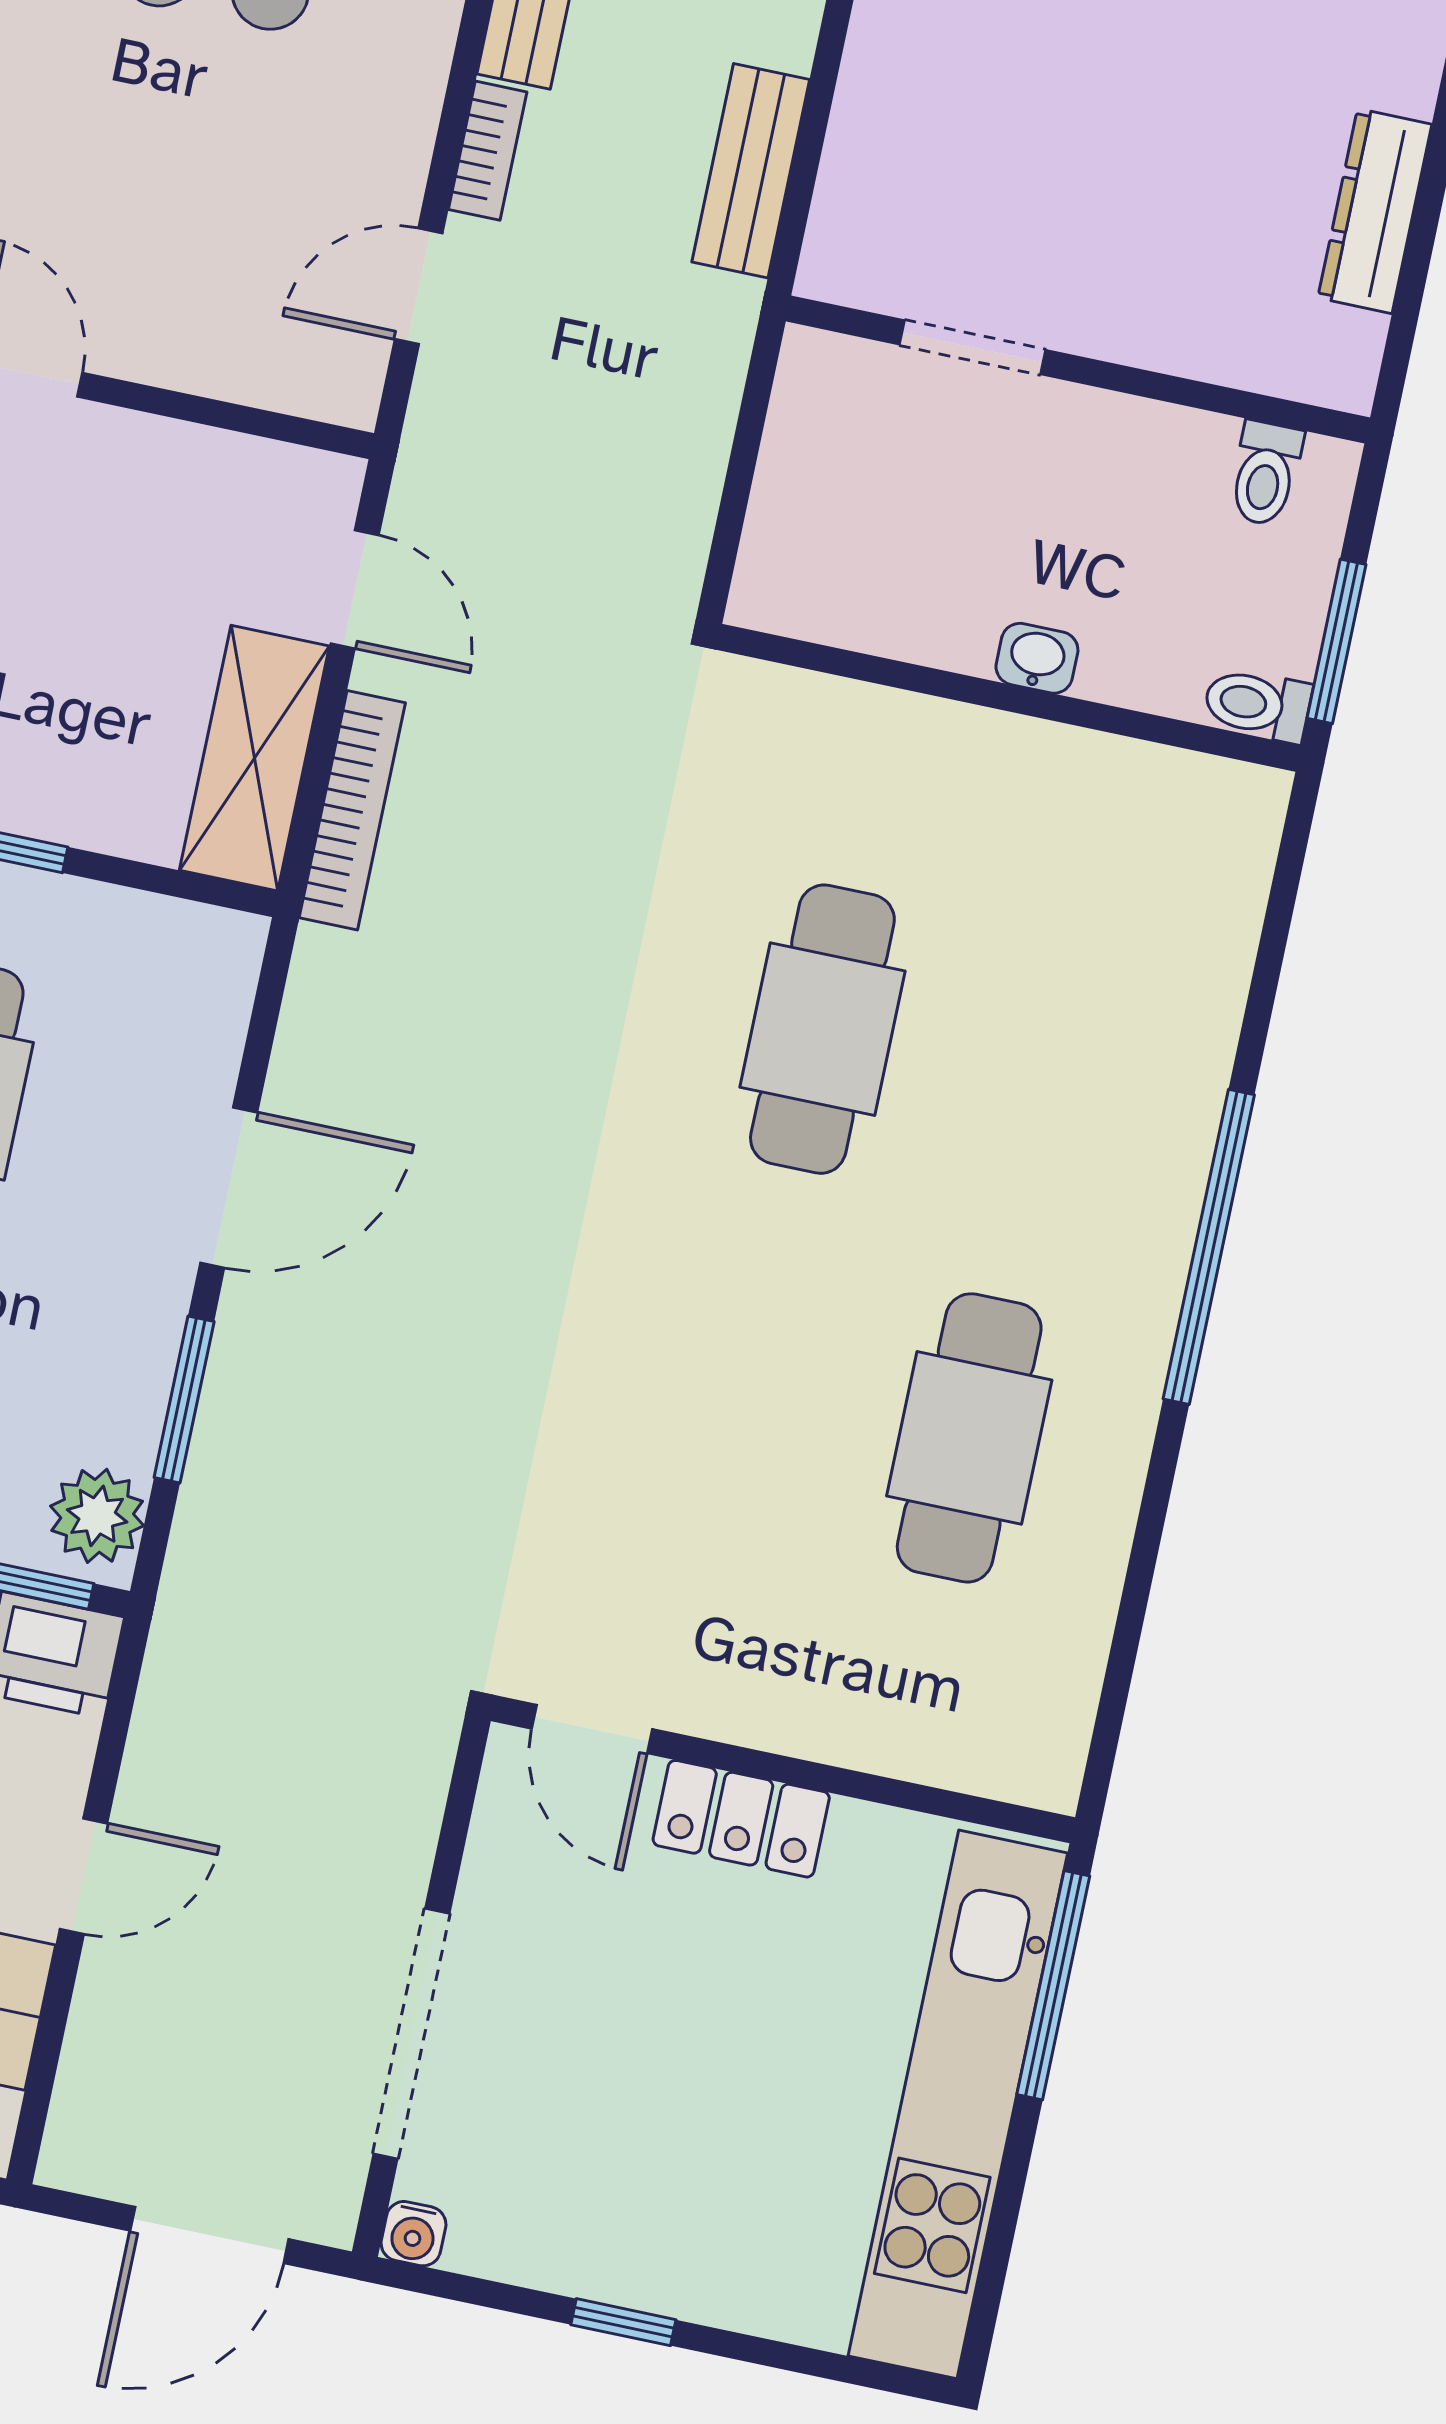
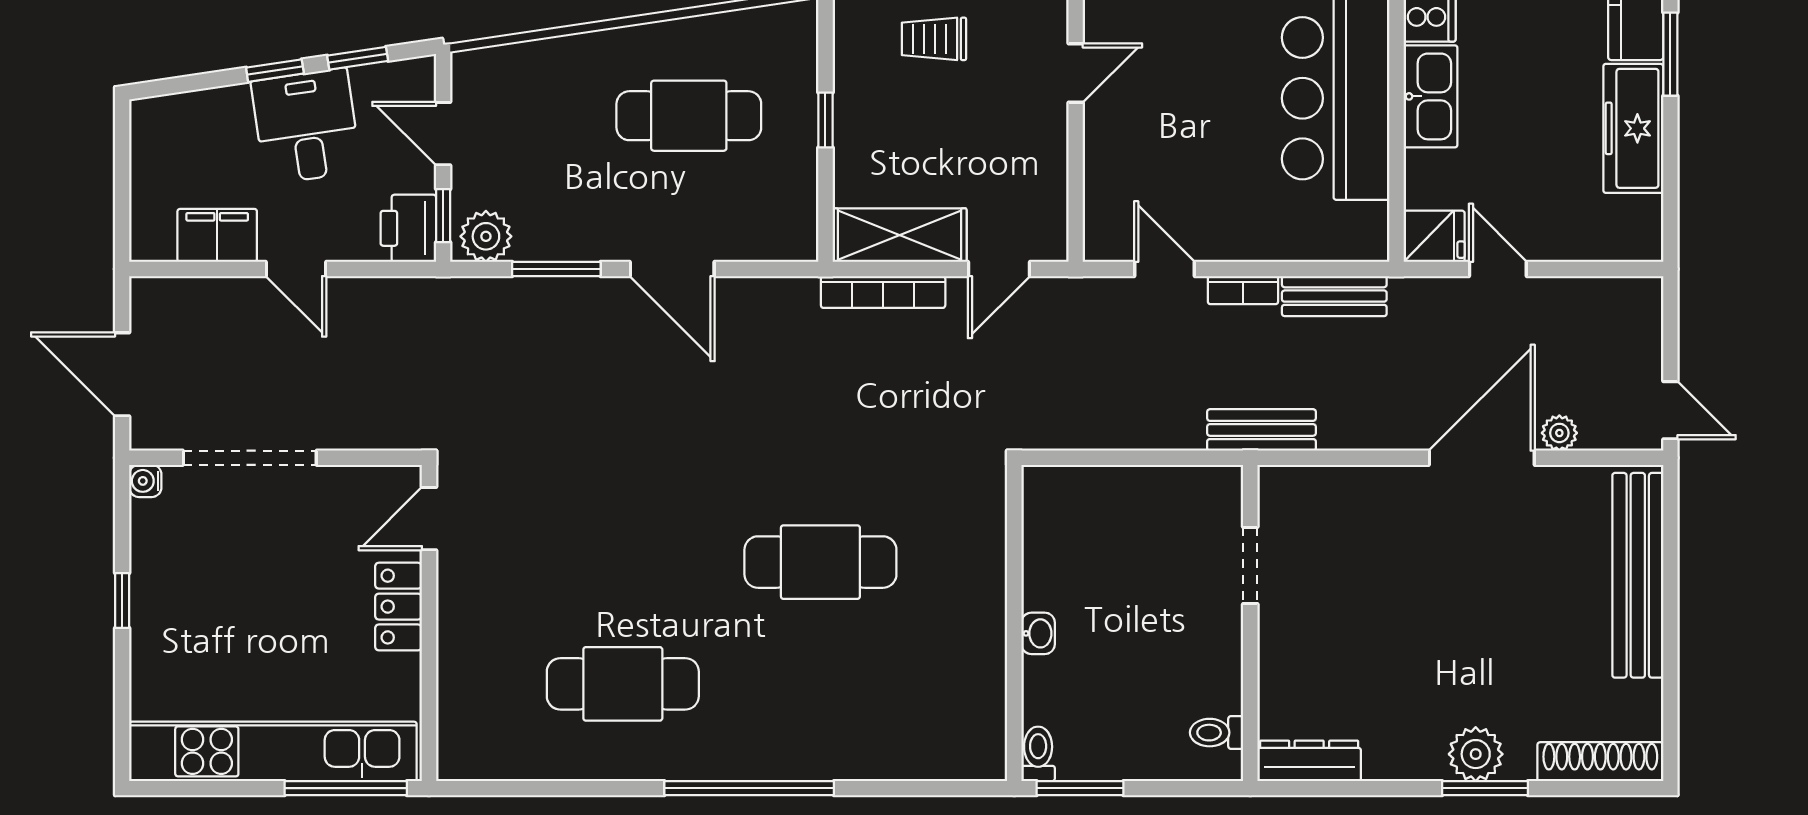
doorway: (973, 347) -> (1250, 565), moved
wall: (1078, 369) -> (1250, 623), moved
toilet: (1265, 473) -> (1217, 733), moved

